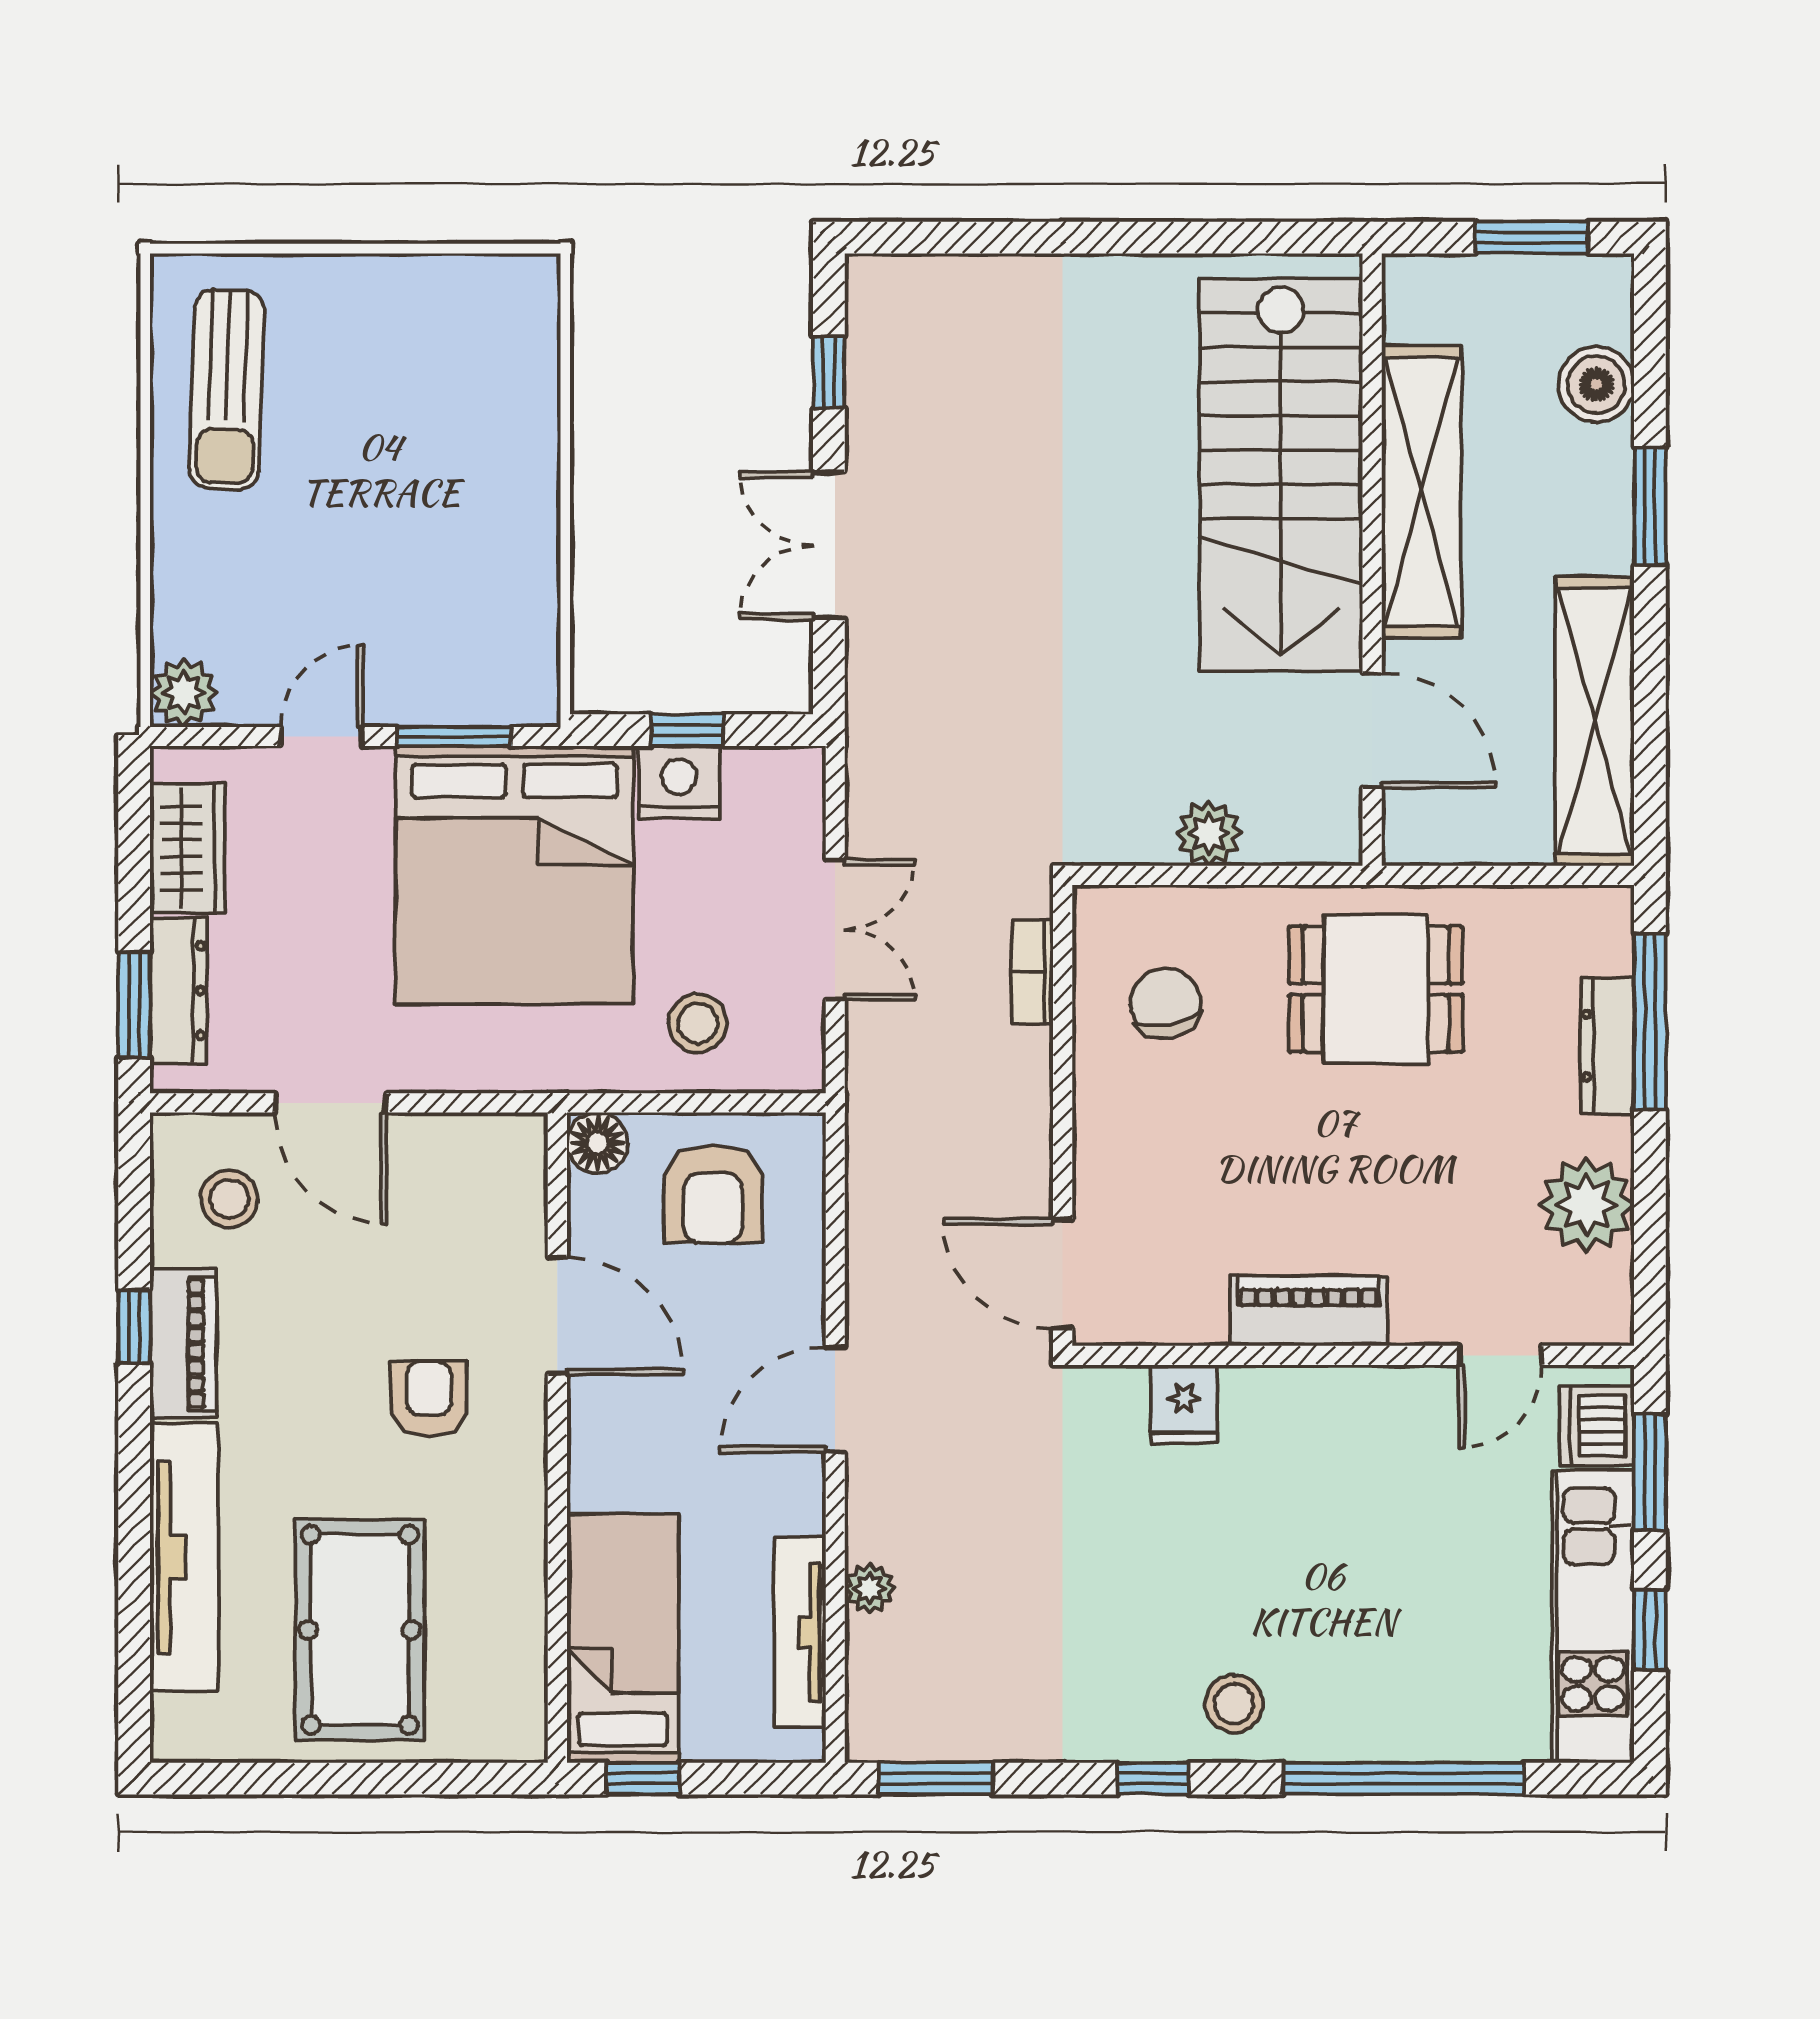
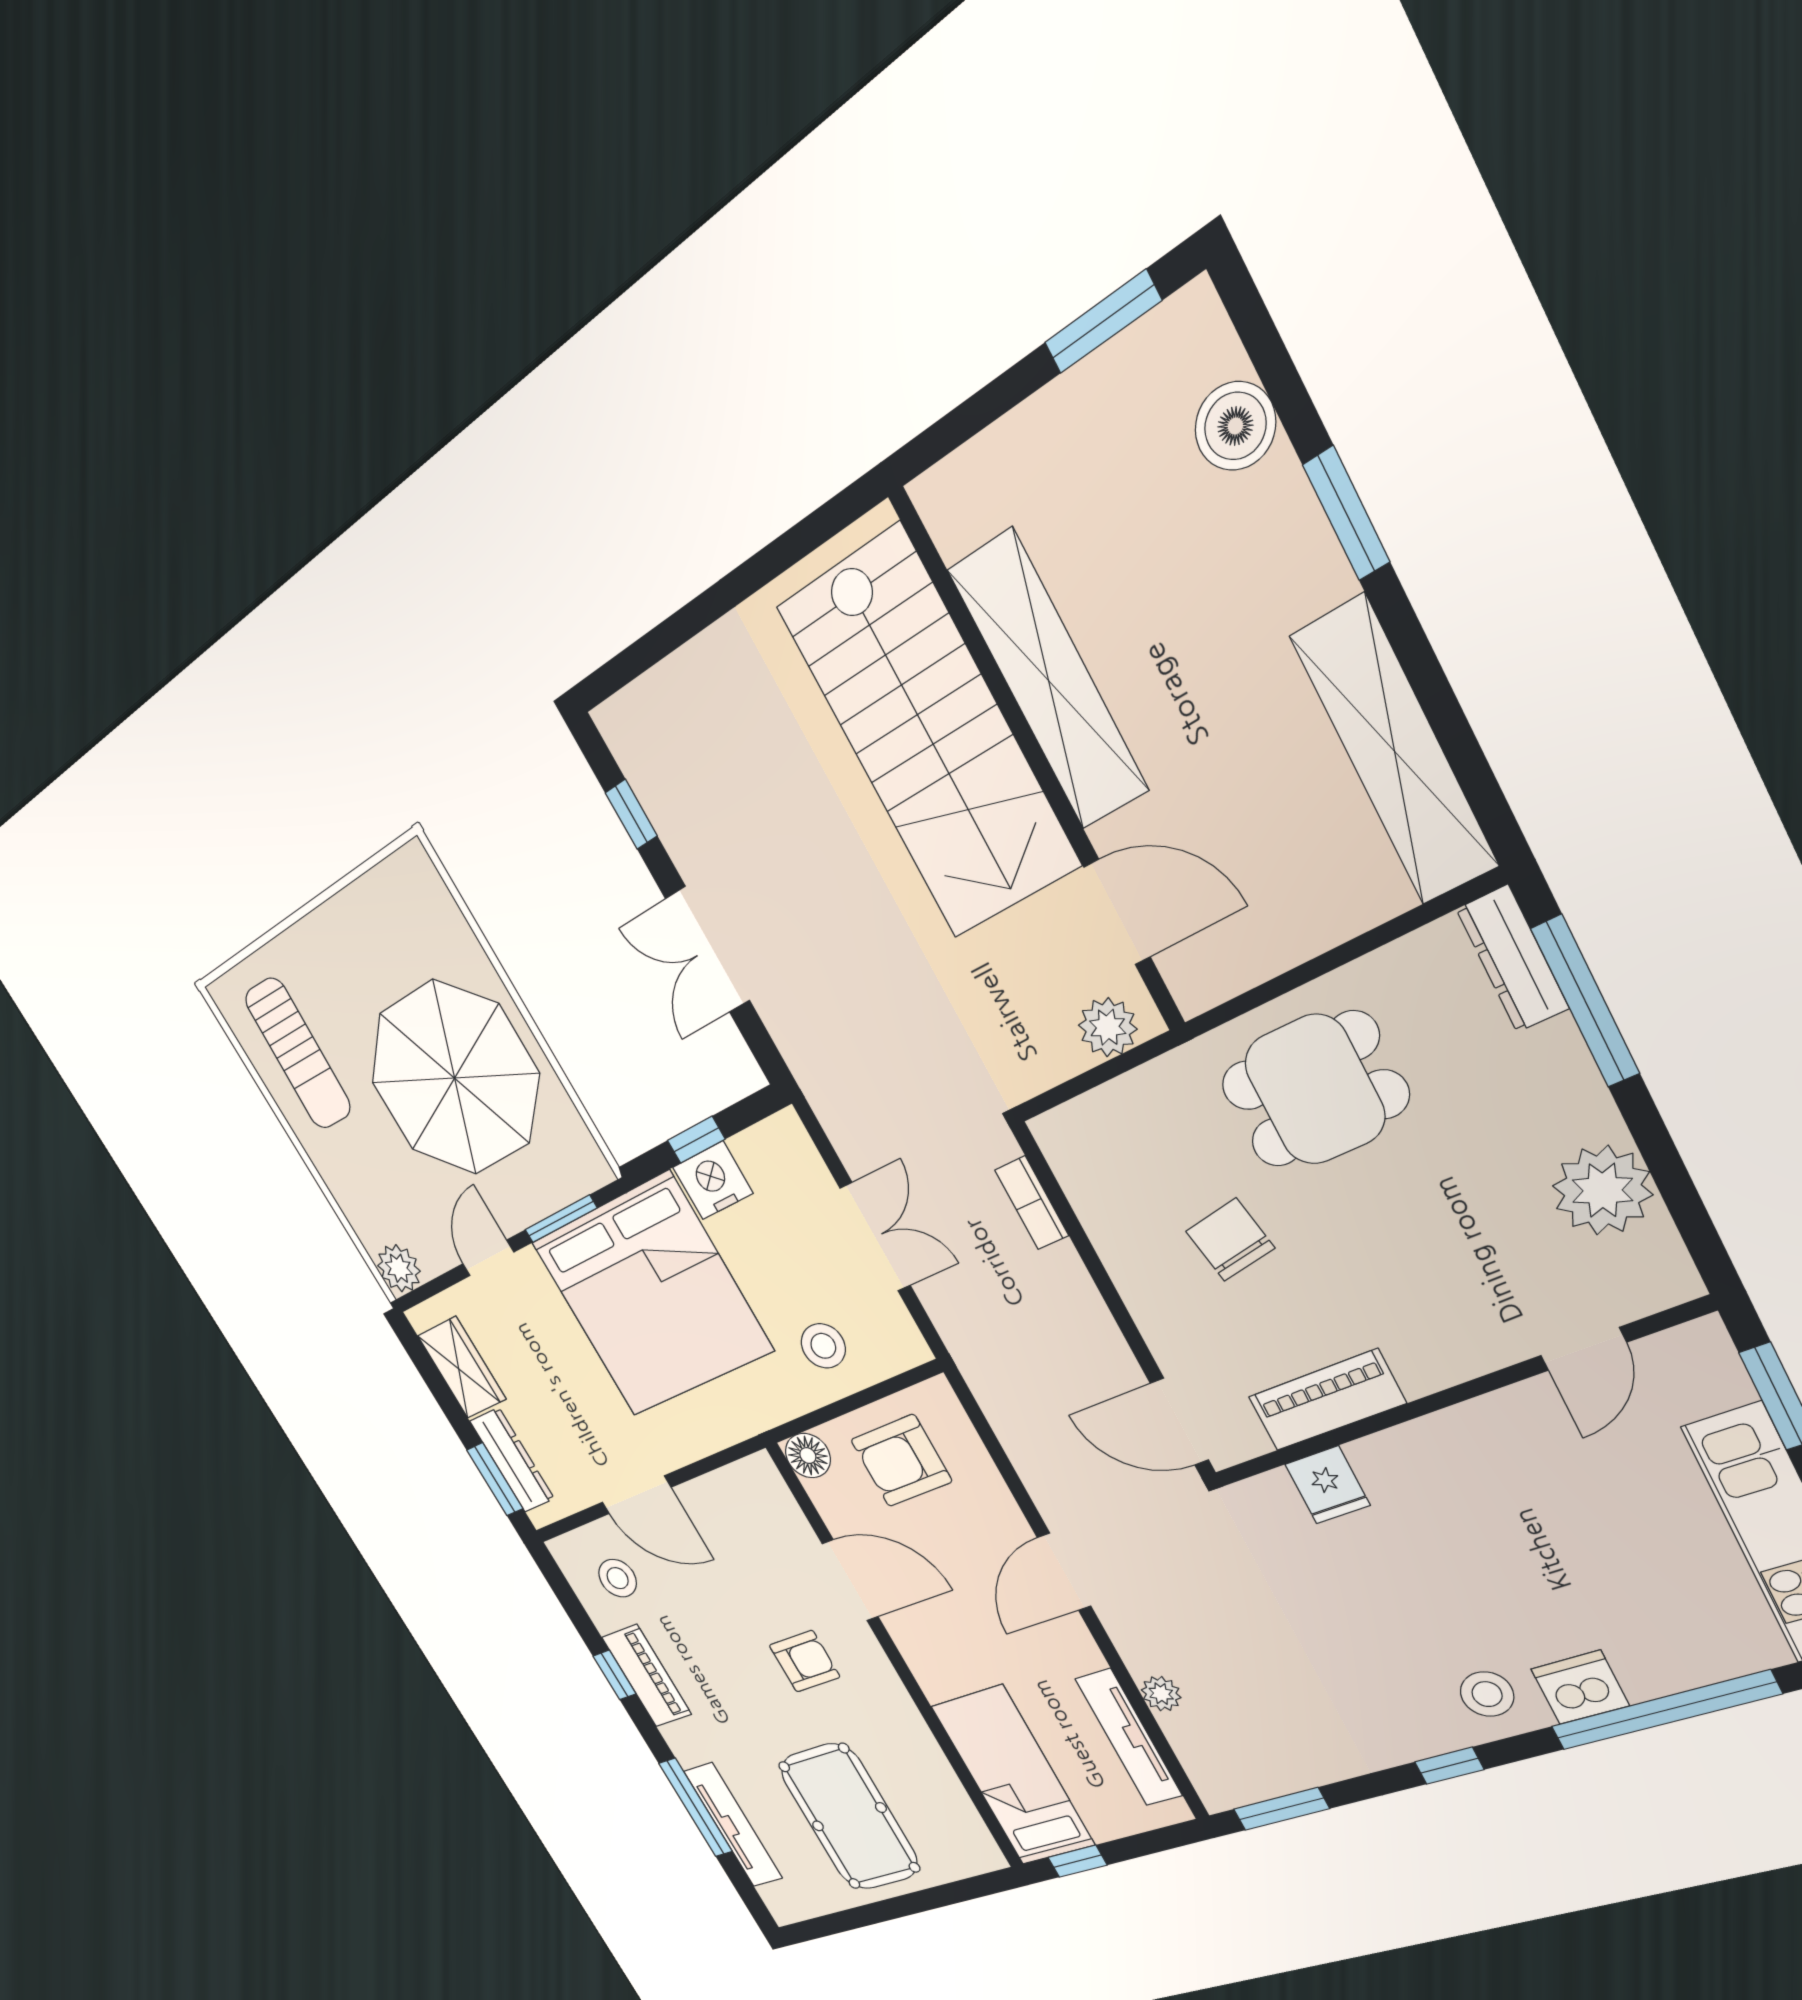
stairs: (1281, 475) -> (929, 736), moved
shelving: (1421, 492) -> (1048, 680), moved
parasol: (424, 519) -> (455, 1078), added
wall: (1372, 560) -> (1040, 765), moved
door: (1372, 730) -> (1117, 912), moved
chair: (1166, 1003) -> (1230, 1240), moved
dresser: (1607, 1046) -> (1513, 959), moved
armchair: (713, 1194) -> (901, 1461), turned 90
piano: (1309, 1311) -> (1327, 1400), moved
armchair: (429, 1399) -> (805, 1661), turned 90
dishwasher: (1597, 1426) -> (1580, 1687), moved, turned 90
window: (134, 1551) -> (696, 1807), added
tv unit: (184, 1557) -> (733, 1825), width x0.73, depth x0.78

